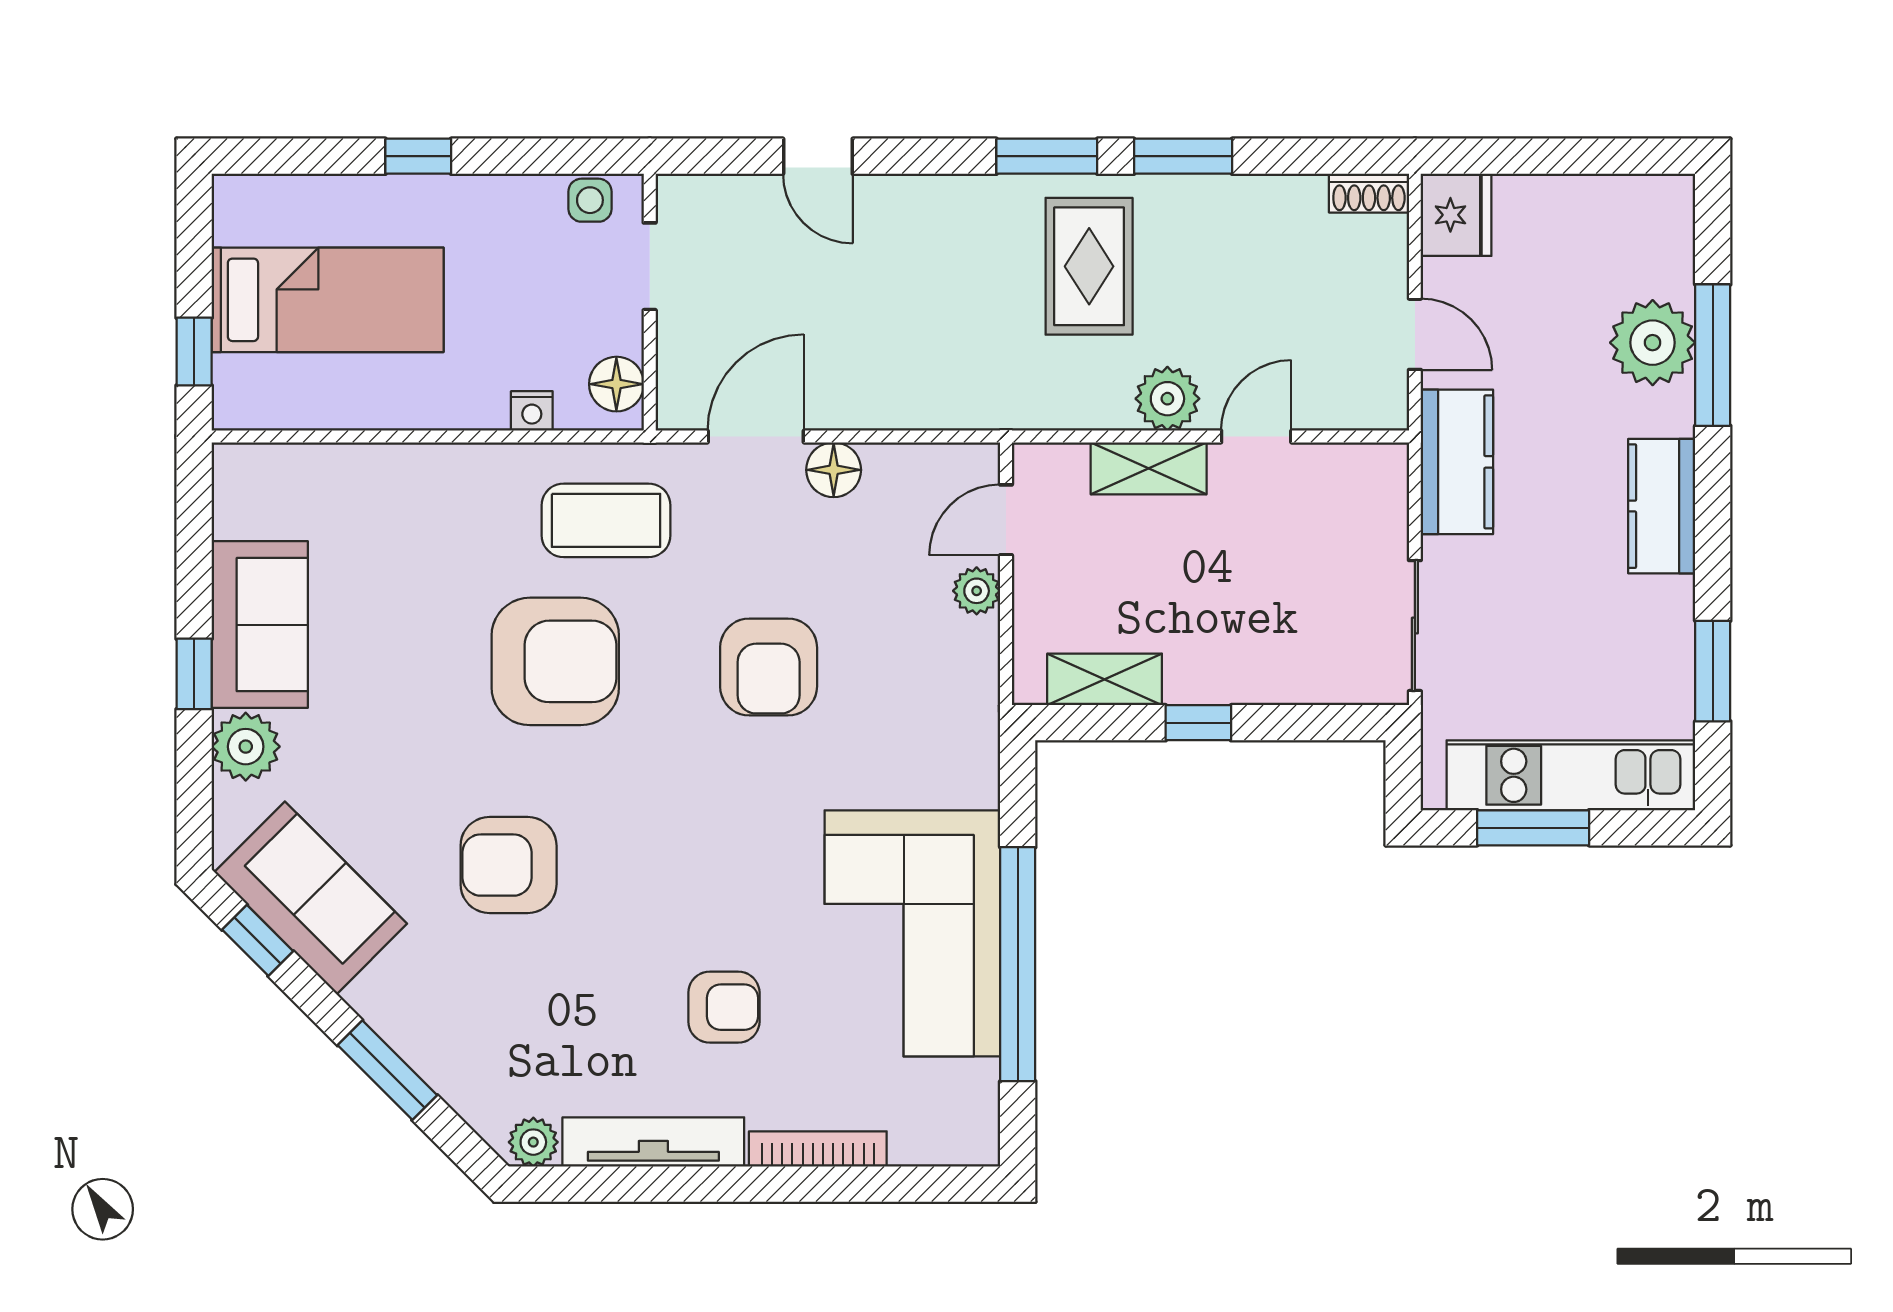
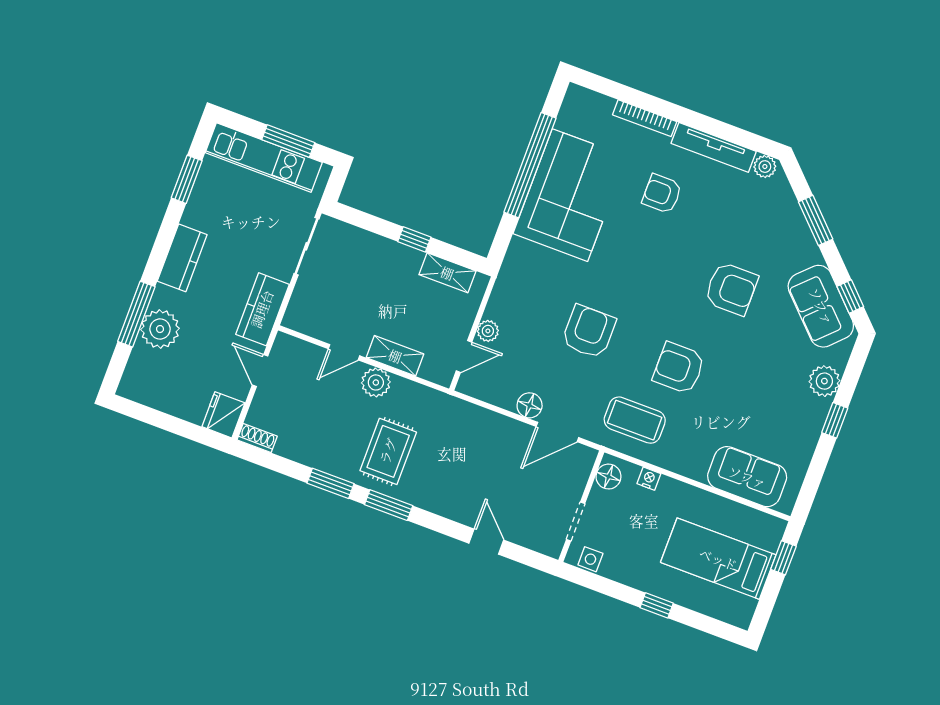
sofa: (260, 625) -> (747, 477), moved, turned 90
armchair: (555, 661) -> (679, 368), width x0.73, depth x0.73

